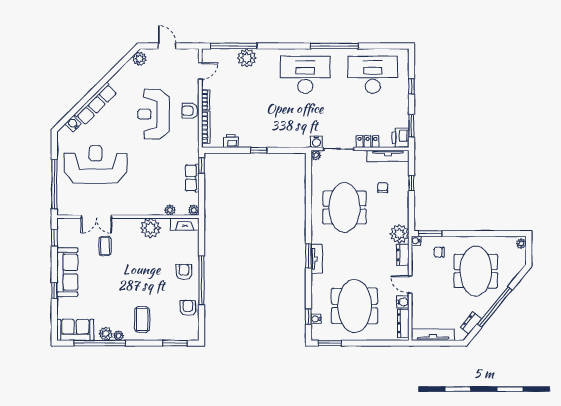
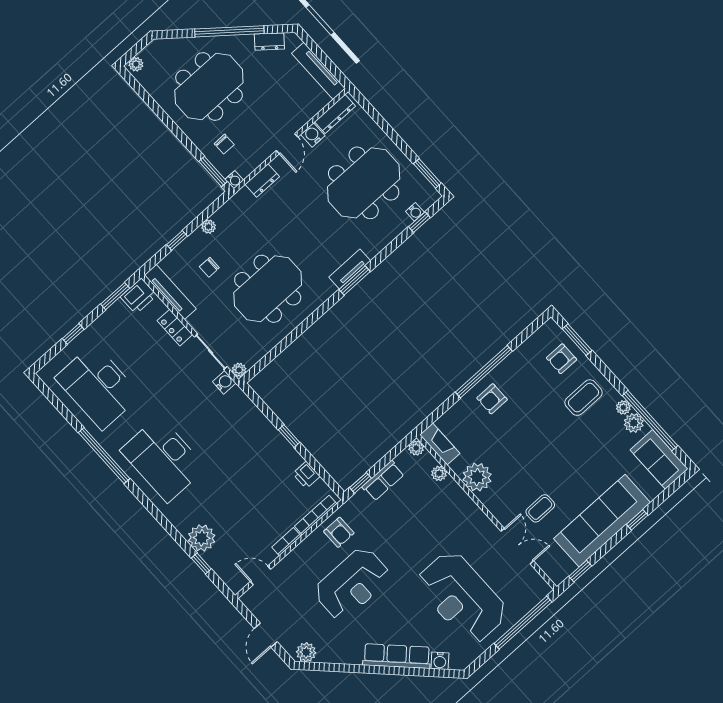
window: (234, 46) -> (201, 564), width x0.32
armchair: (190, 111) -> (339, 532), moved
plant: (400, 234) -> (209, 227), moved, width x0.53, depth x0.53
sofa: (67, 272) -> (602, 521), width x1.36, depth x1.27
armchair: (188, 308) -> (561, 359), moved

